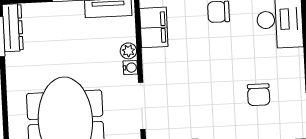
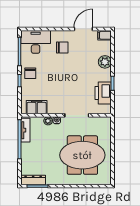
chair: (259, 95) -> (62, 47), moved

